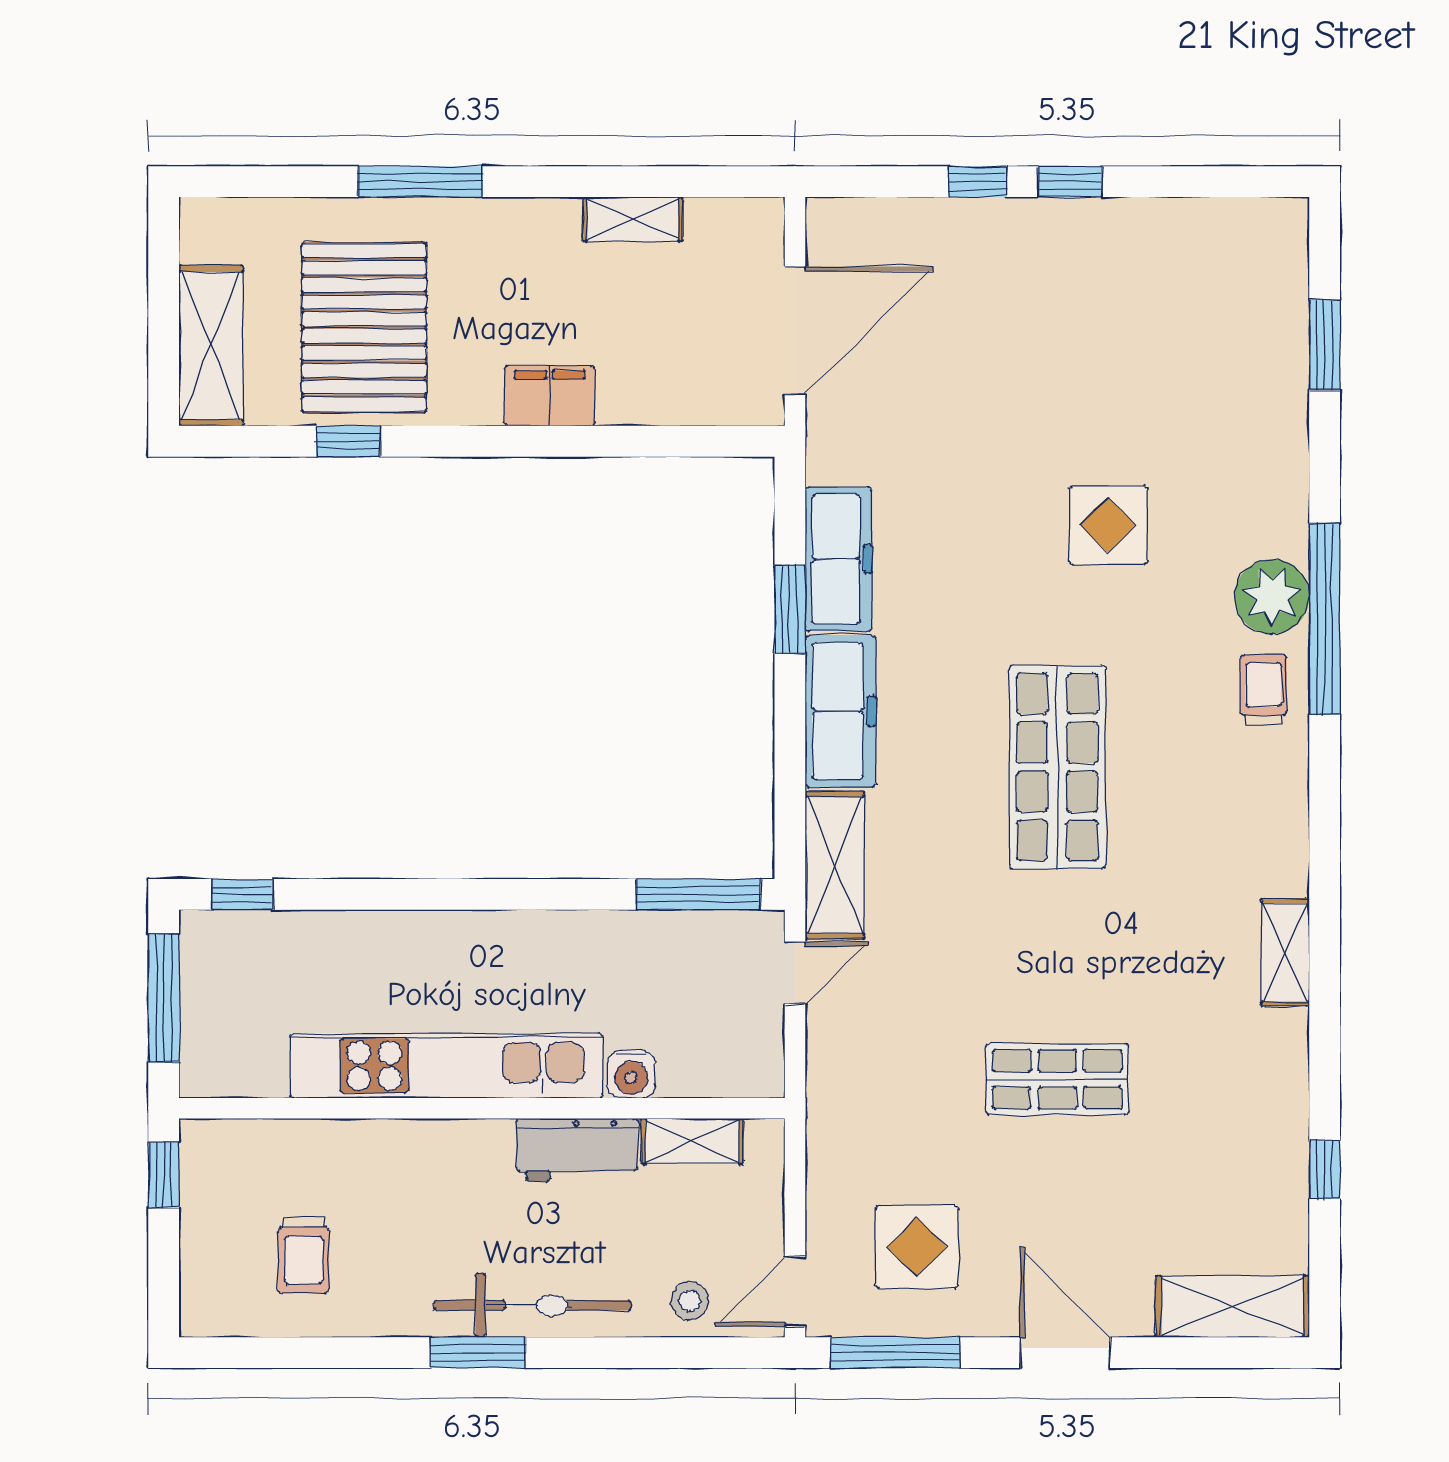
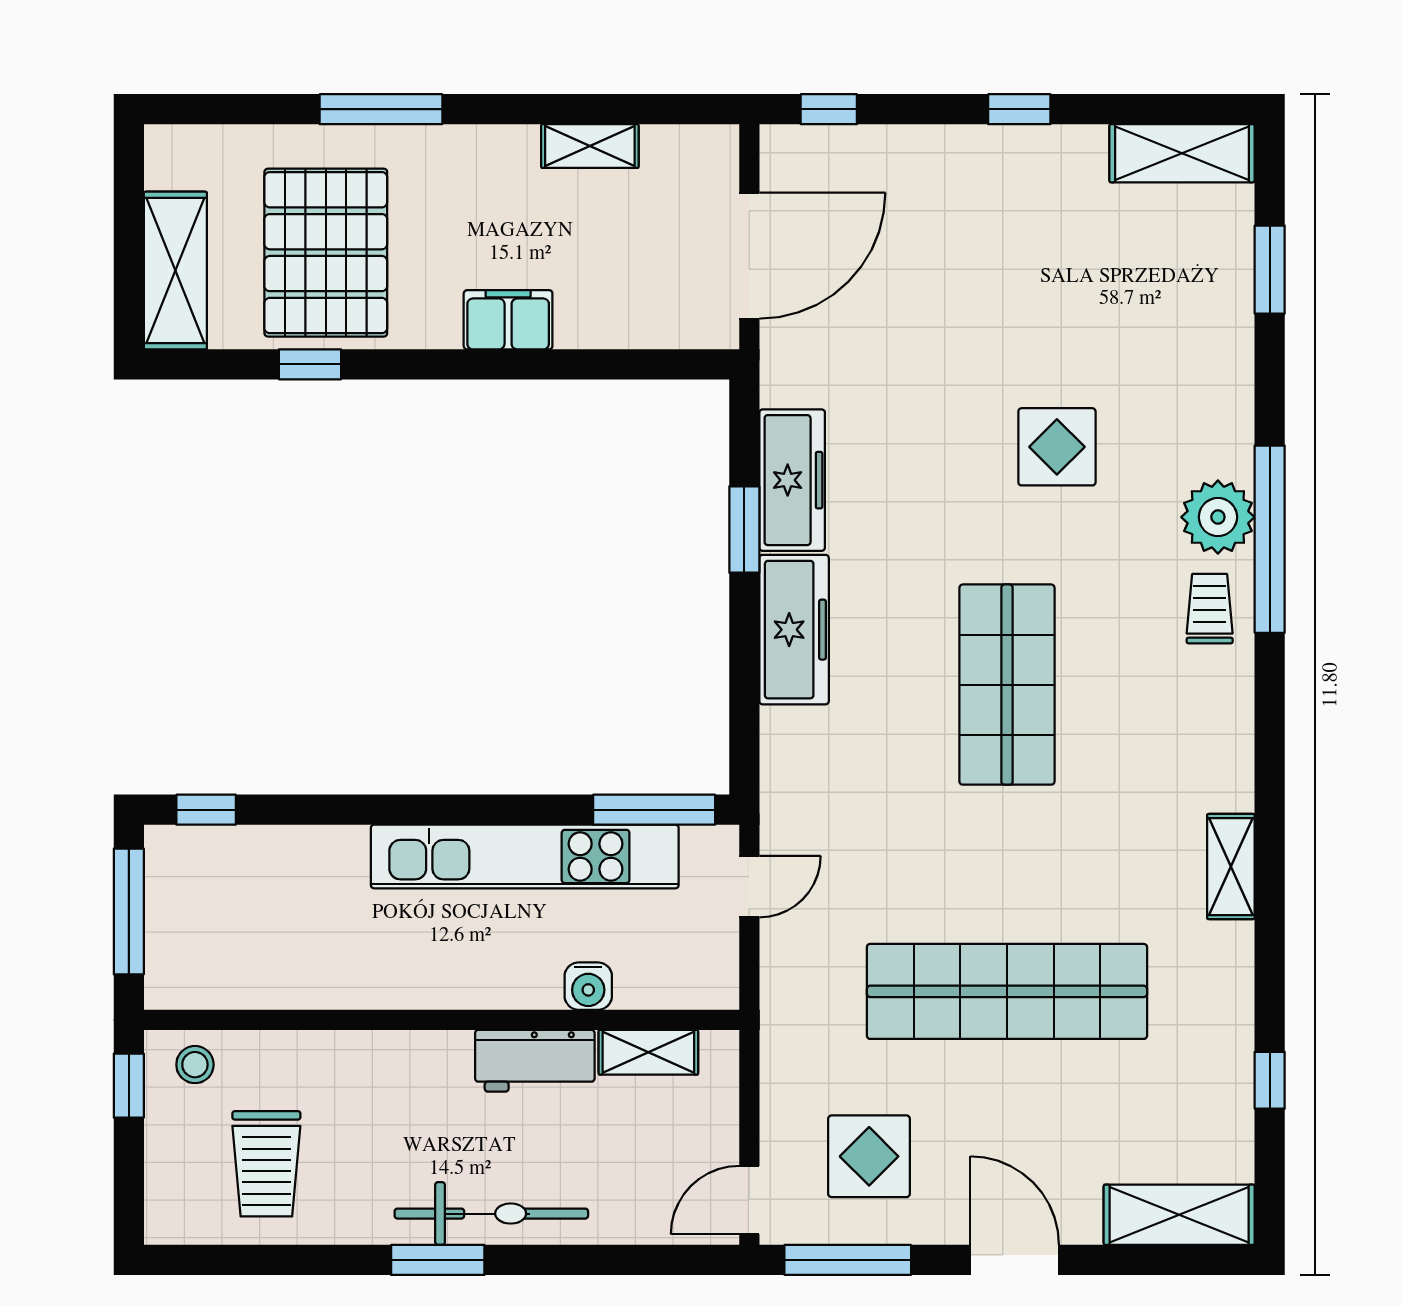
window: (978, 182) -> (829, 109), moved
shelving: (835, 865) -> (1182, 153), moved, turned 90
kitchen unit: (446, 1066) -> (525, 856), moved, turned 180
shop shelf: (1057, 1079) -> (1007, 991), width x2.00, depth x1.36
trolley: (304, 1255) -> (266, 1164), width x1.36, depth x1.39
stool: (690, 1301) -> (195, 1065), moved

